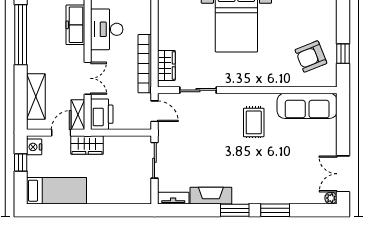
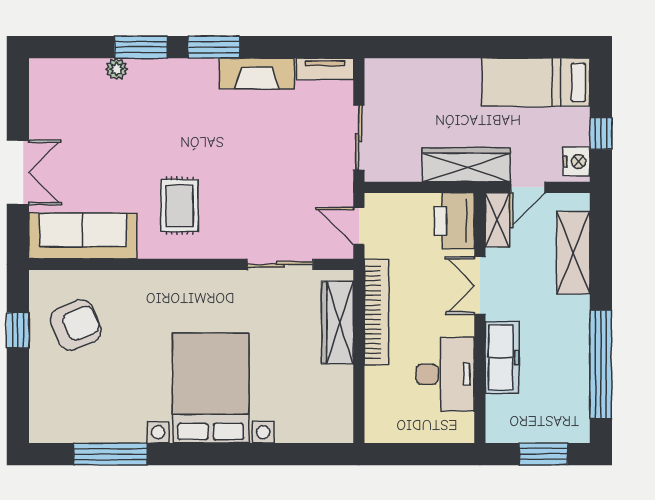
freezer: (75, 25) -> (502, 357), moved
wardrobe: (166, 65) -> (337, 322), width x1.50
wardrobe: (87, 145) -> (466, 165), width x1.50
double door: (343, 174) -> (18, 172), moved
plant: (331, 198) -> (116, 69), moved

